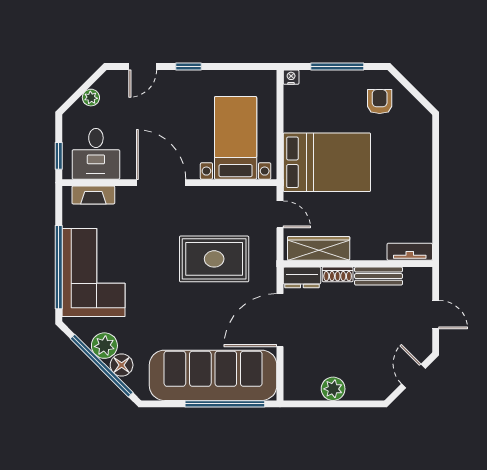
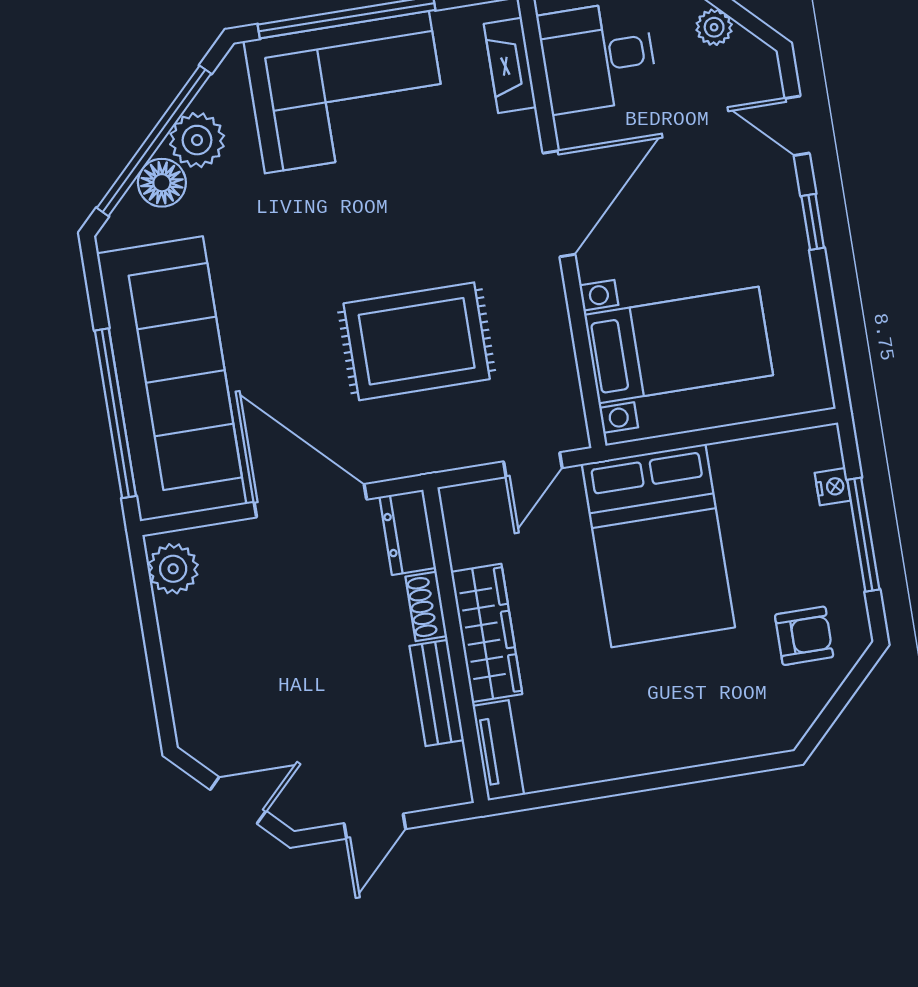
nightstand: (291, 77) -> (833, 487), moved
wardrobe: (319, 248) -> (487, 633), moved
rug: (214, 259) -> (417, 341), turned 90
plant: (333, 389) -> (173, 569), moved

